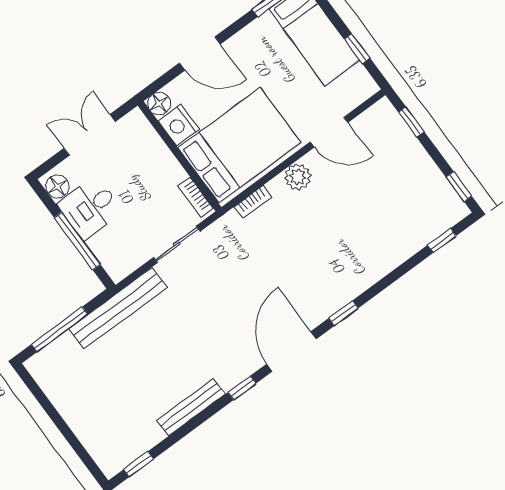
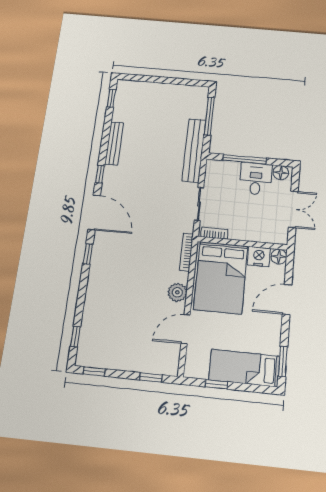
bookcase: (253, 202) -> (186, 252), width x1.56

